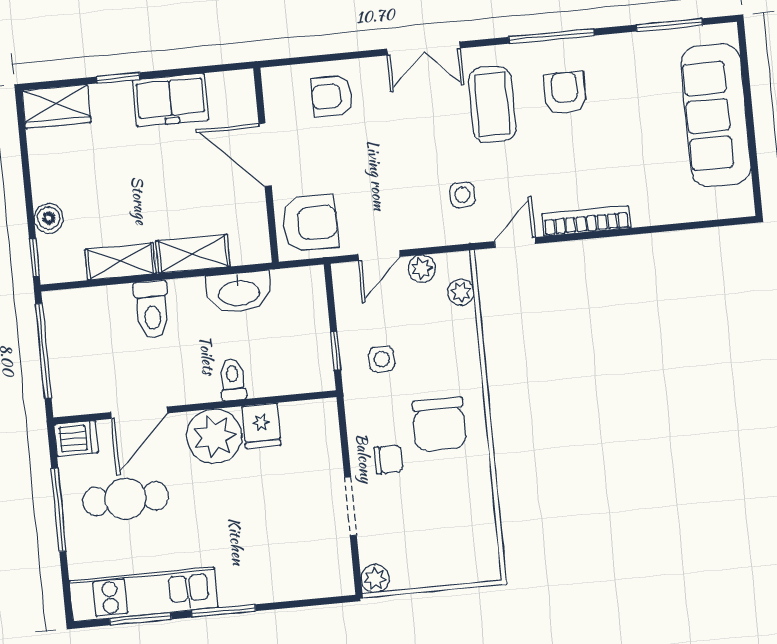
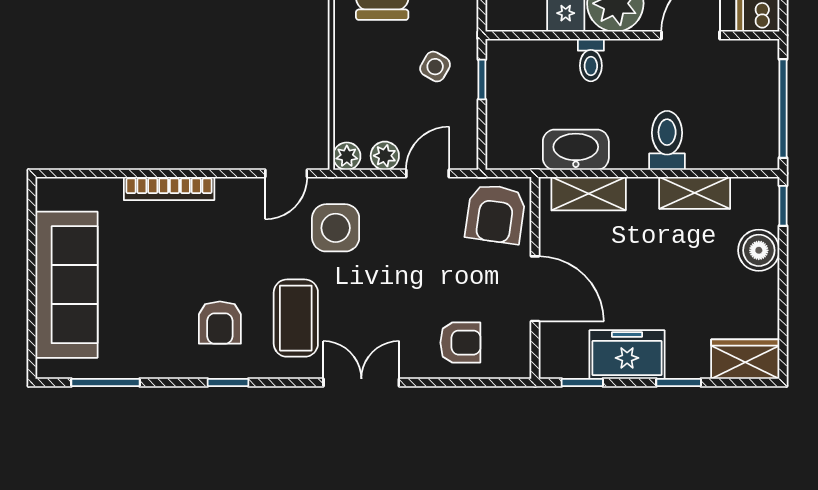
window: (551, 36) -> (228, 382), width x0.46
window: (211, 69) -> (582, 382), added
side table: (462, 195) -> (336, 228), width x1.87, depth x1.87
boiler: (49, 218) -> (759, 250), width x1.36, depth x1.36
bookcase: (586, 221) -> (169, 189), moved
armchair: (310, 223) -> (495, 214), turned -82
shelving: (193, 254) -> (589, 194), moved
plant: (461, 292) -> (347, 156), moved
side table: (382, 359) -> (435, 67), turned 30

